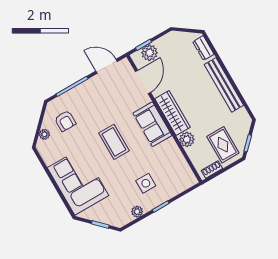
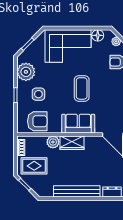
wardrobe: (173, 113) -> (72, 143), width x0.67
coffee table: (114, 142) -> (82, 88), turned 90
floor lamp: (49, 157) -> (98, 35), added
armchair: (175, 168) -> (37, 121), added
plant: (137, 212) -> (26, 72), width x1.88, depth x1.88

